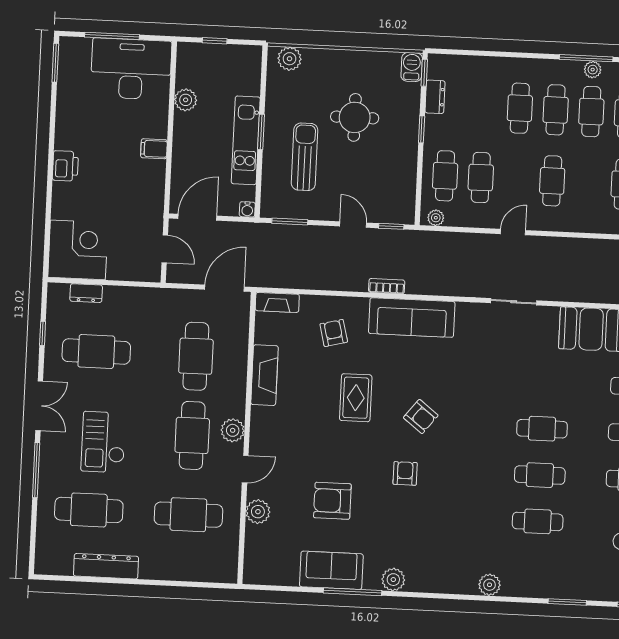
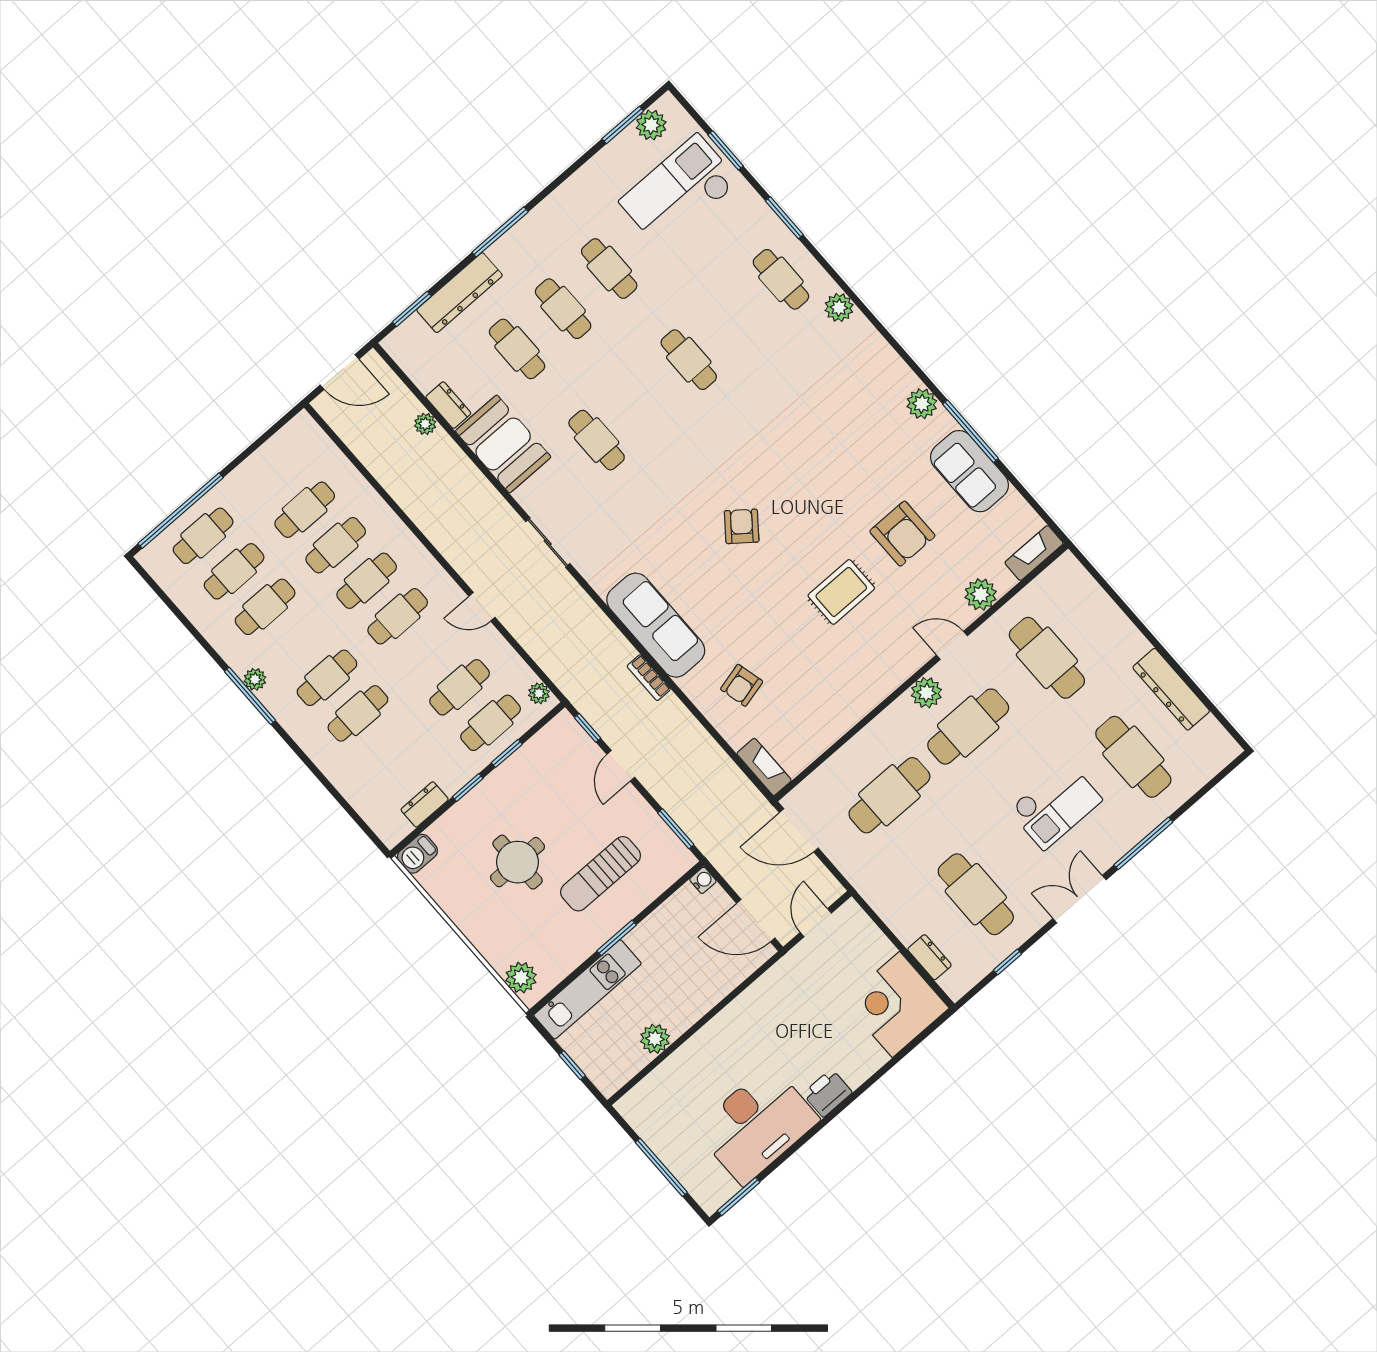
desk: (131, 69) -> (757, 1125), moved, turned -90
window: (424, 73) -> (507, 754), moved
cafe table: (591, 112) -> (367, 581), moved
kitchen unit: (246, 140) -> (587, 989), moved
filing cabinet: (154, 149) -> (730, 1024), removed
fireplace: (264, 375) -> (1034, 553), moved, width x0.73, depth x0.76
rug: (356, 398) -> (841, 592), moved
cafe table: (542, 429) -> (597, 440), moved
armchair: (405, 473) -> (810, 489), removed
cafe table: (538, 521) -> (781, 279), moved

